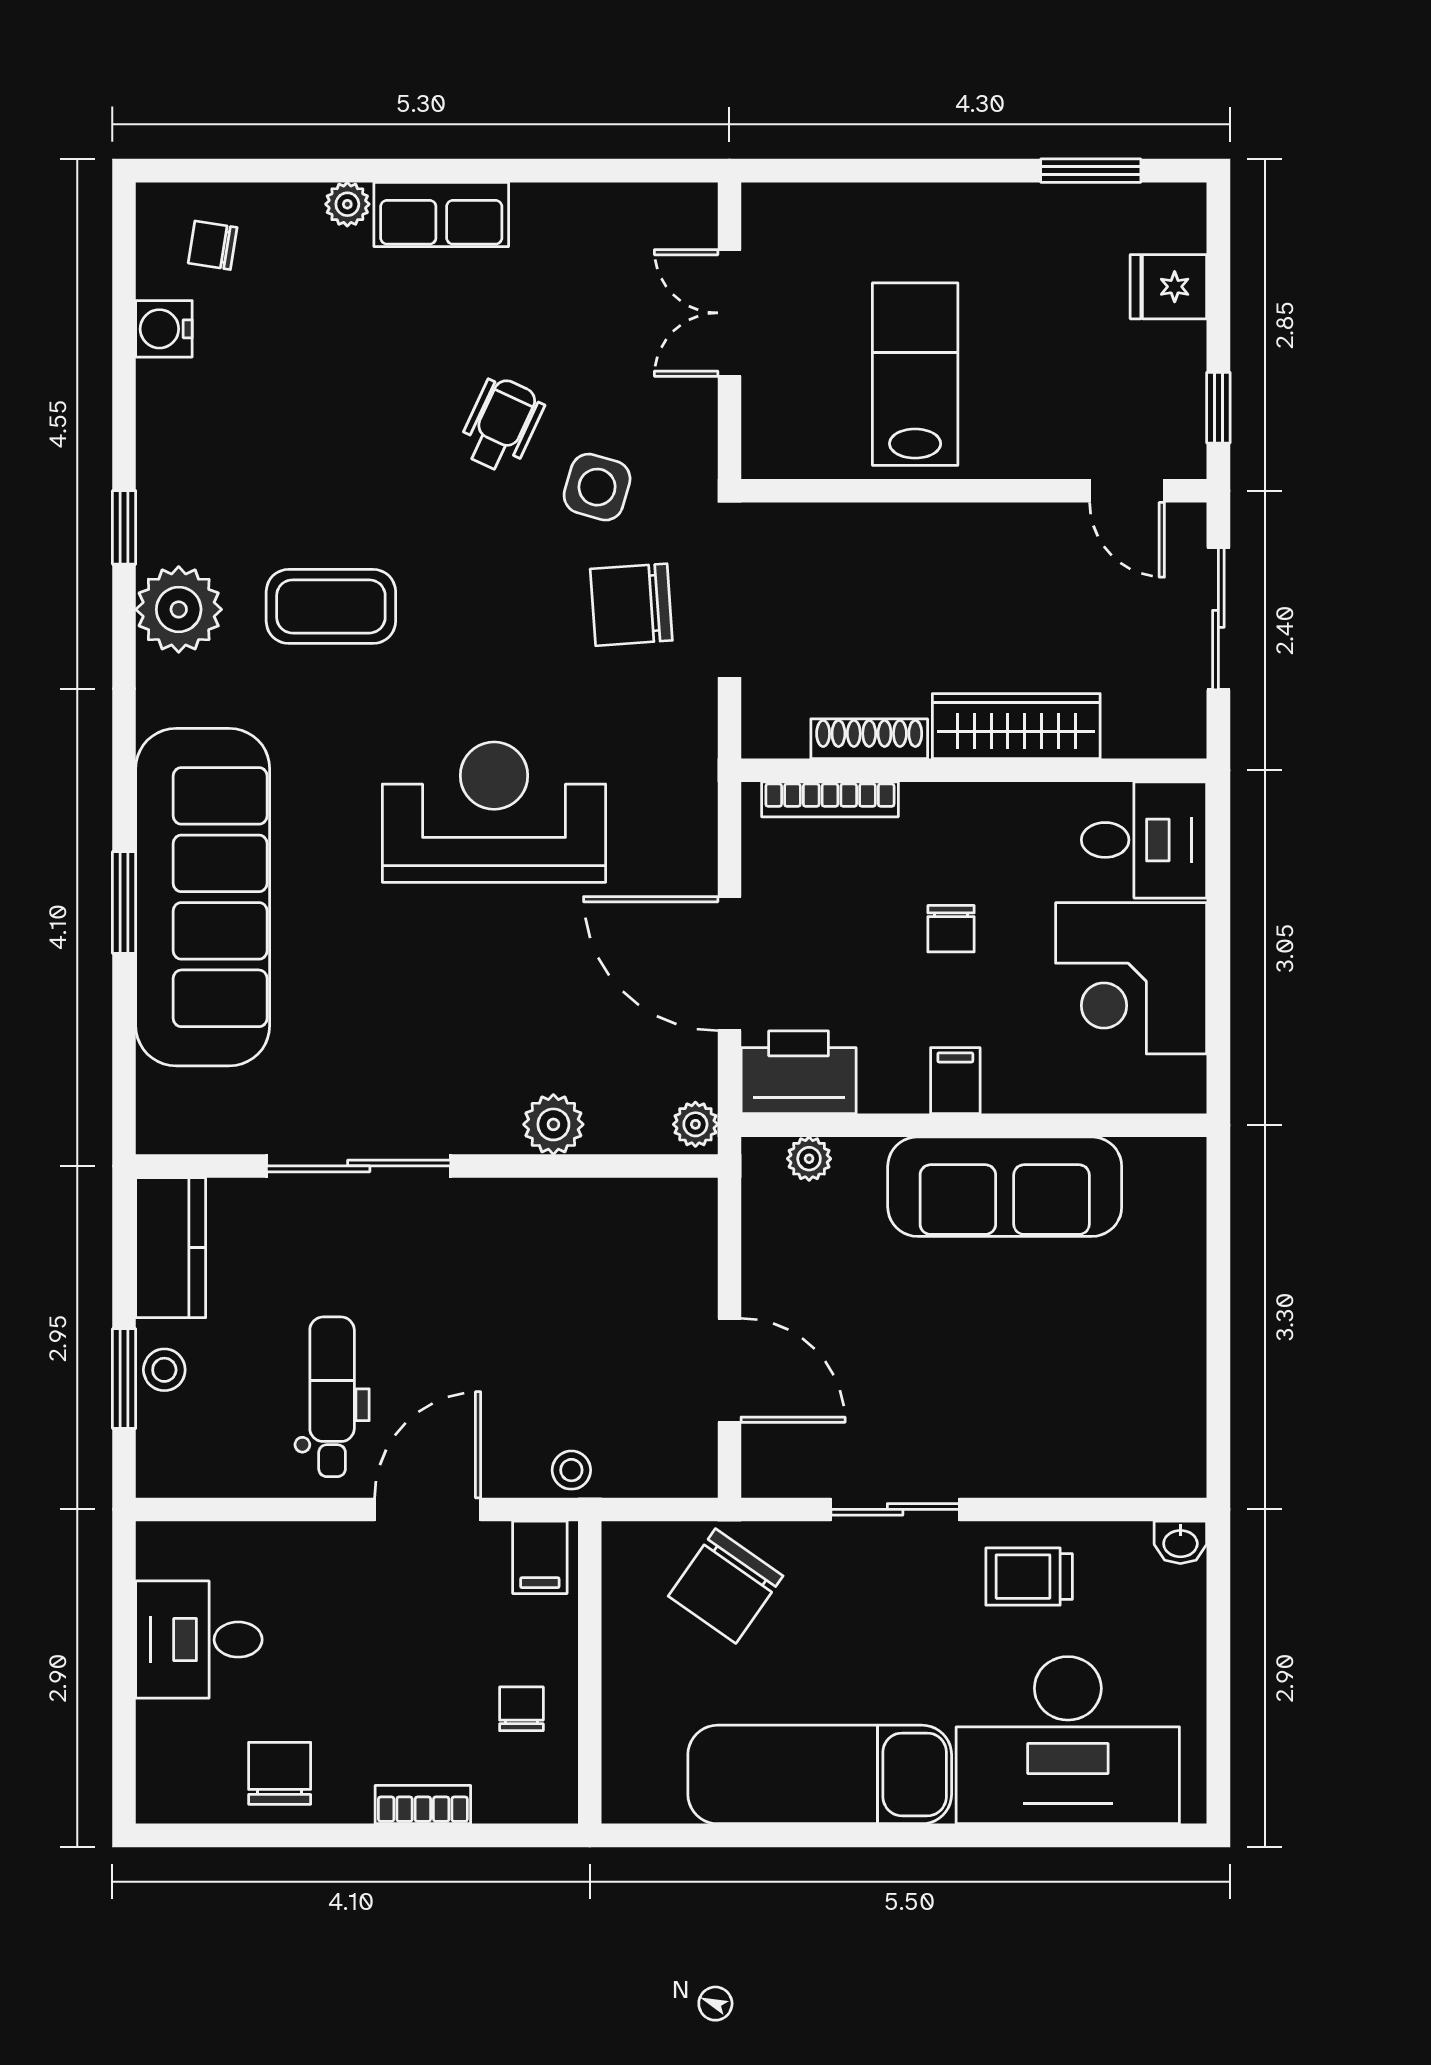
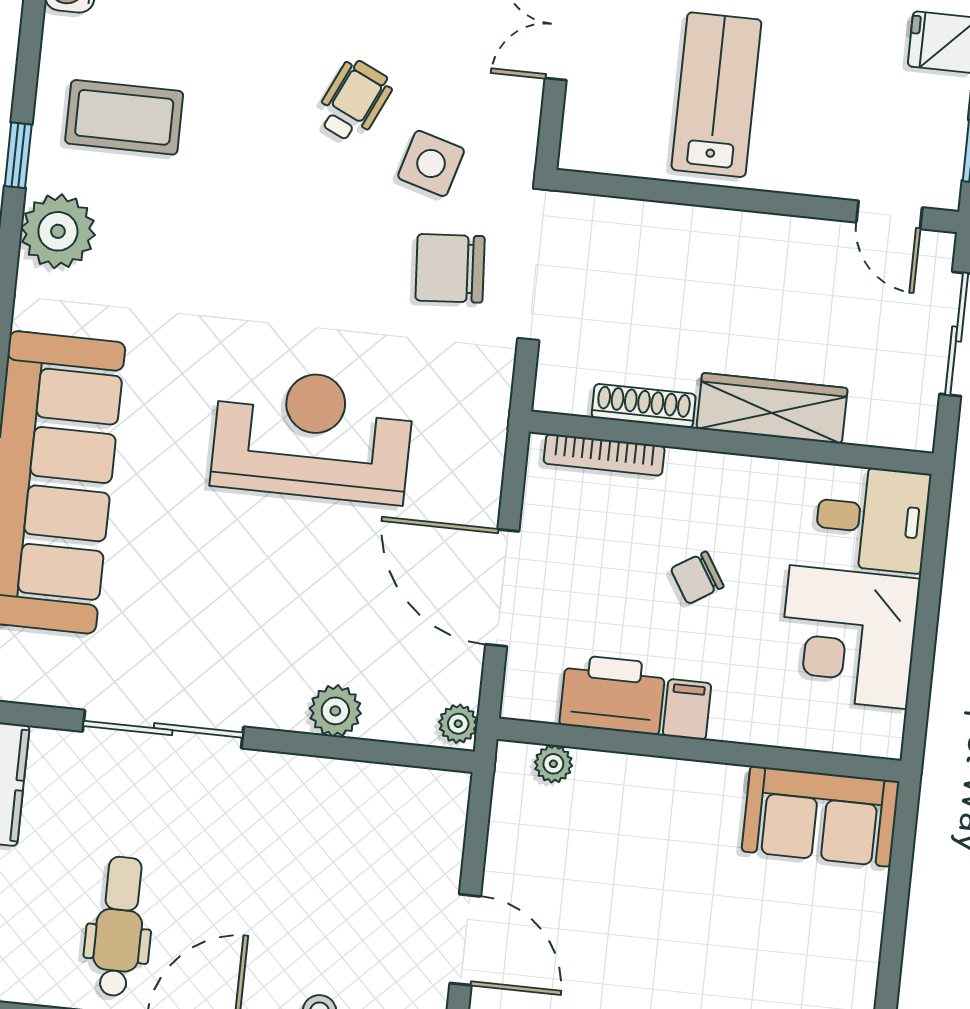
coffee table: (331, 606) -> (124, 117), moved
chair: (951, 929) -> (697, 578), turned 58
printer: (799, 1072) -> (613, 694), moved
sofa: (1005, 1187) -> (820, 816), moved, width x0.73

